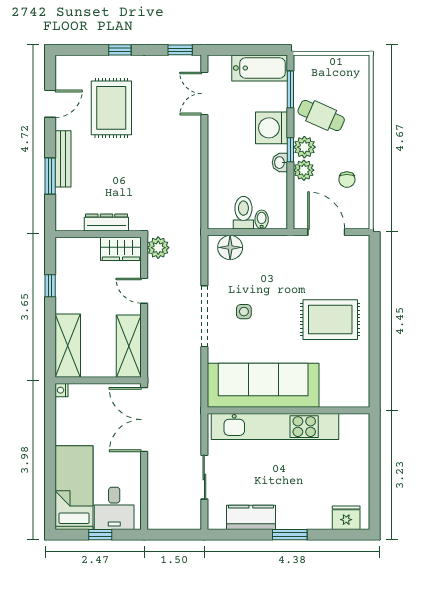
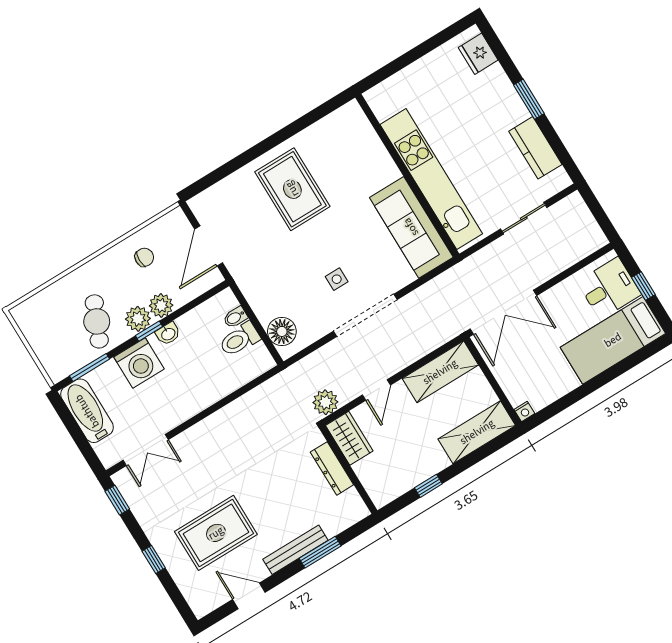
sofa: (263, 385) -> (411, 227), width x0.74, depth x0.79

